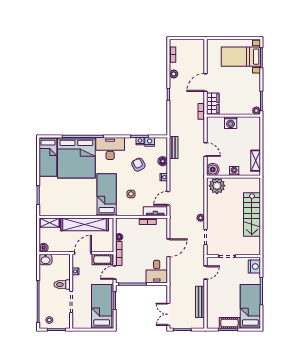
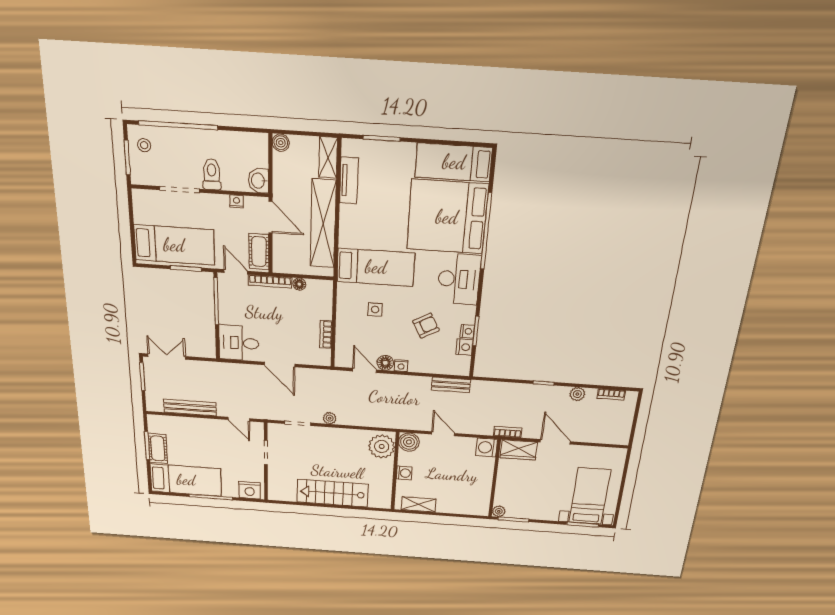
washing machine: (231, 123) -> (487, 447), moved
door: (206, 150) -> (443, 434), swing flipped
floor lamp: (163, 161) -> (385, 363), moved
tv unit: (155, 211) -> (349, 180), moved
washbasin: (46, 259) -> (258, 181), moved

